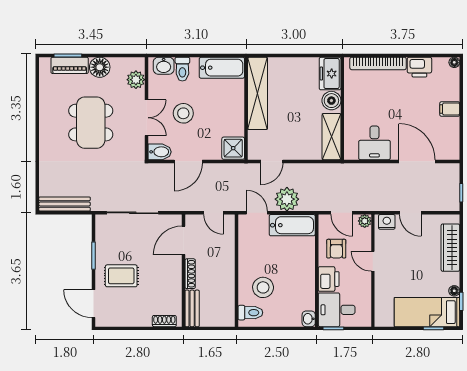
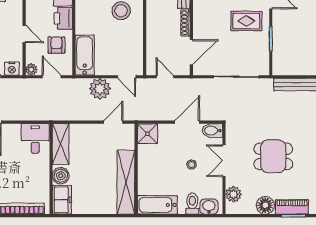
stool: (183, 113) -> (192, 165), width x0.53, depth x0.53
dining table: (91, 123) -> (273, 156), width x0.73
desk: (374, 143) -> (35, 138), moved
bathtub: (292, 225) -> (85, 55), moved, turned 90

